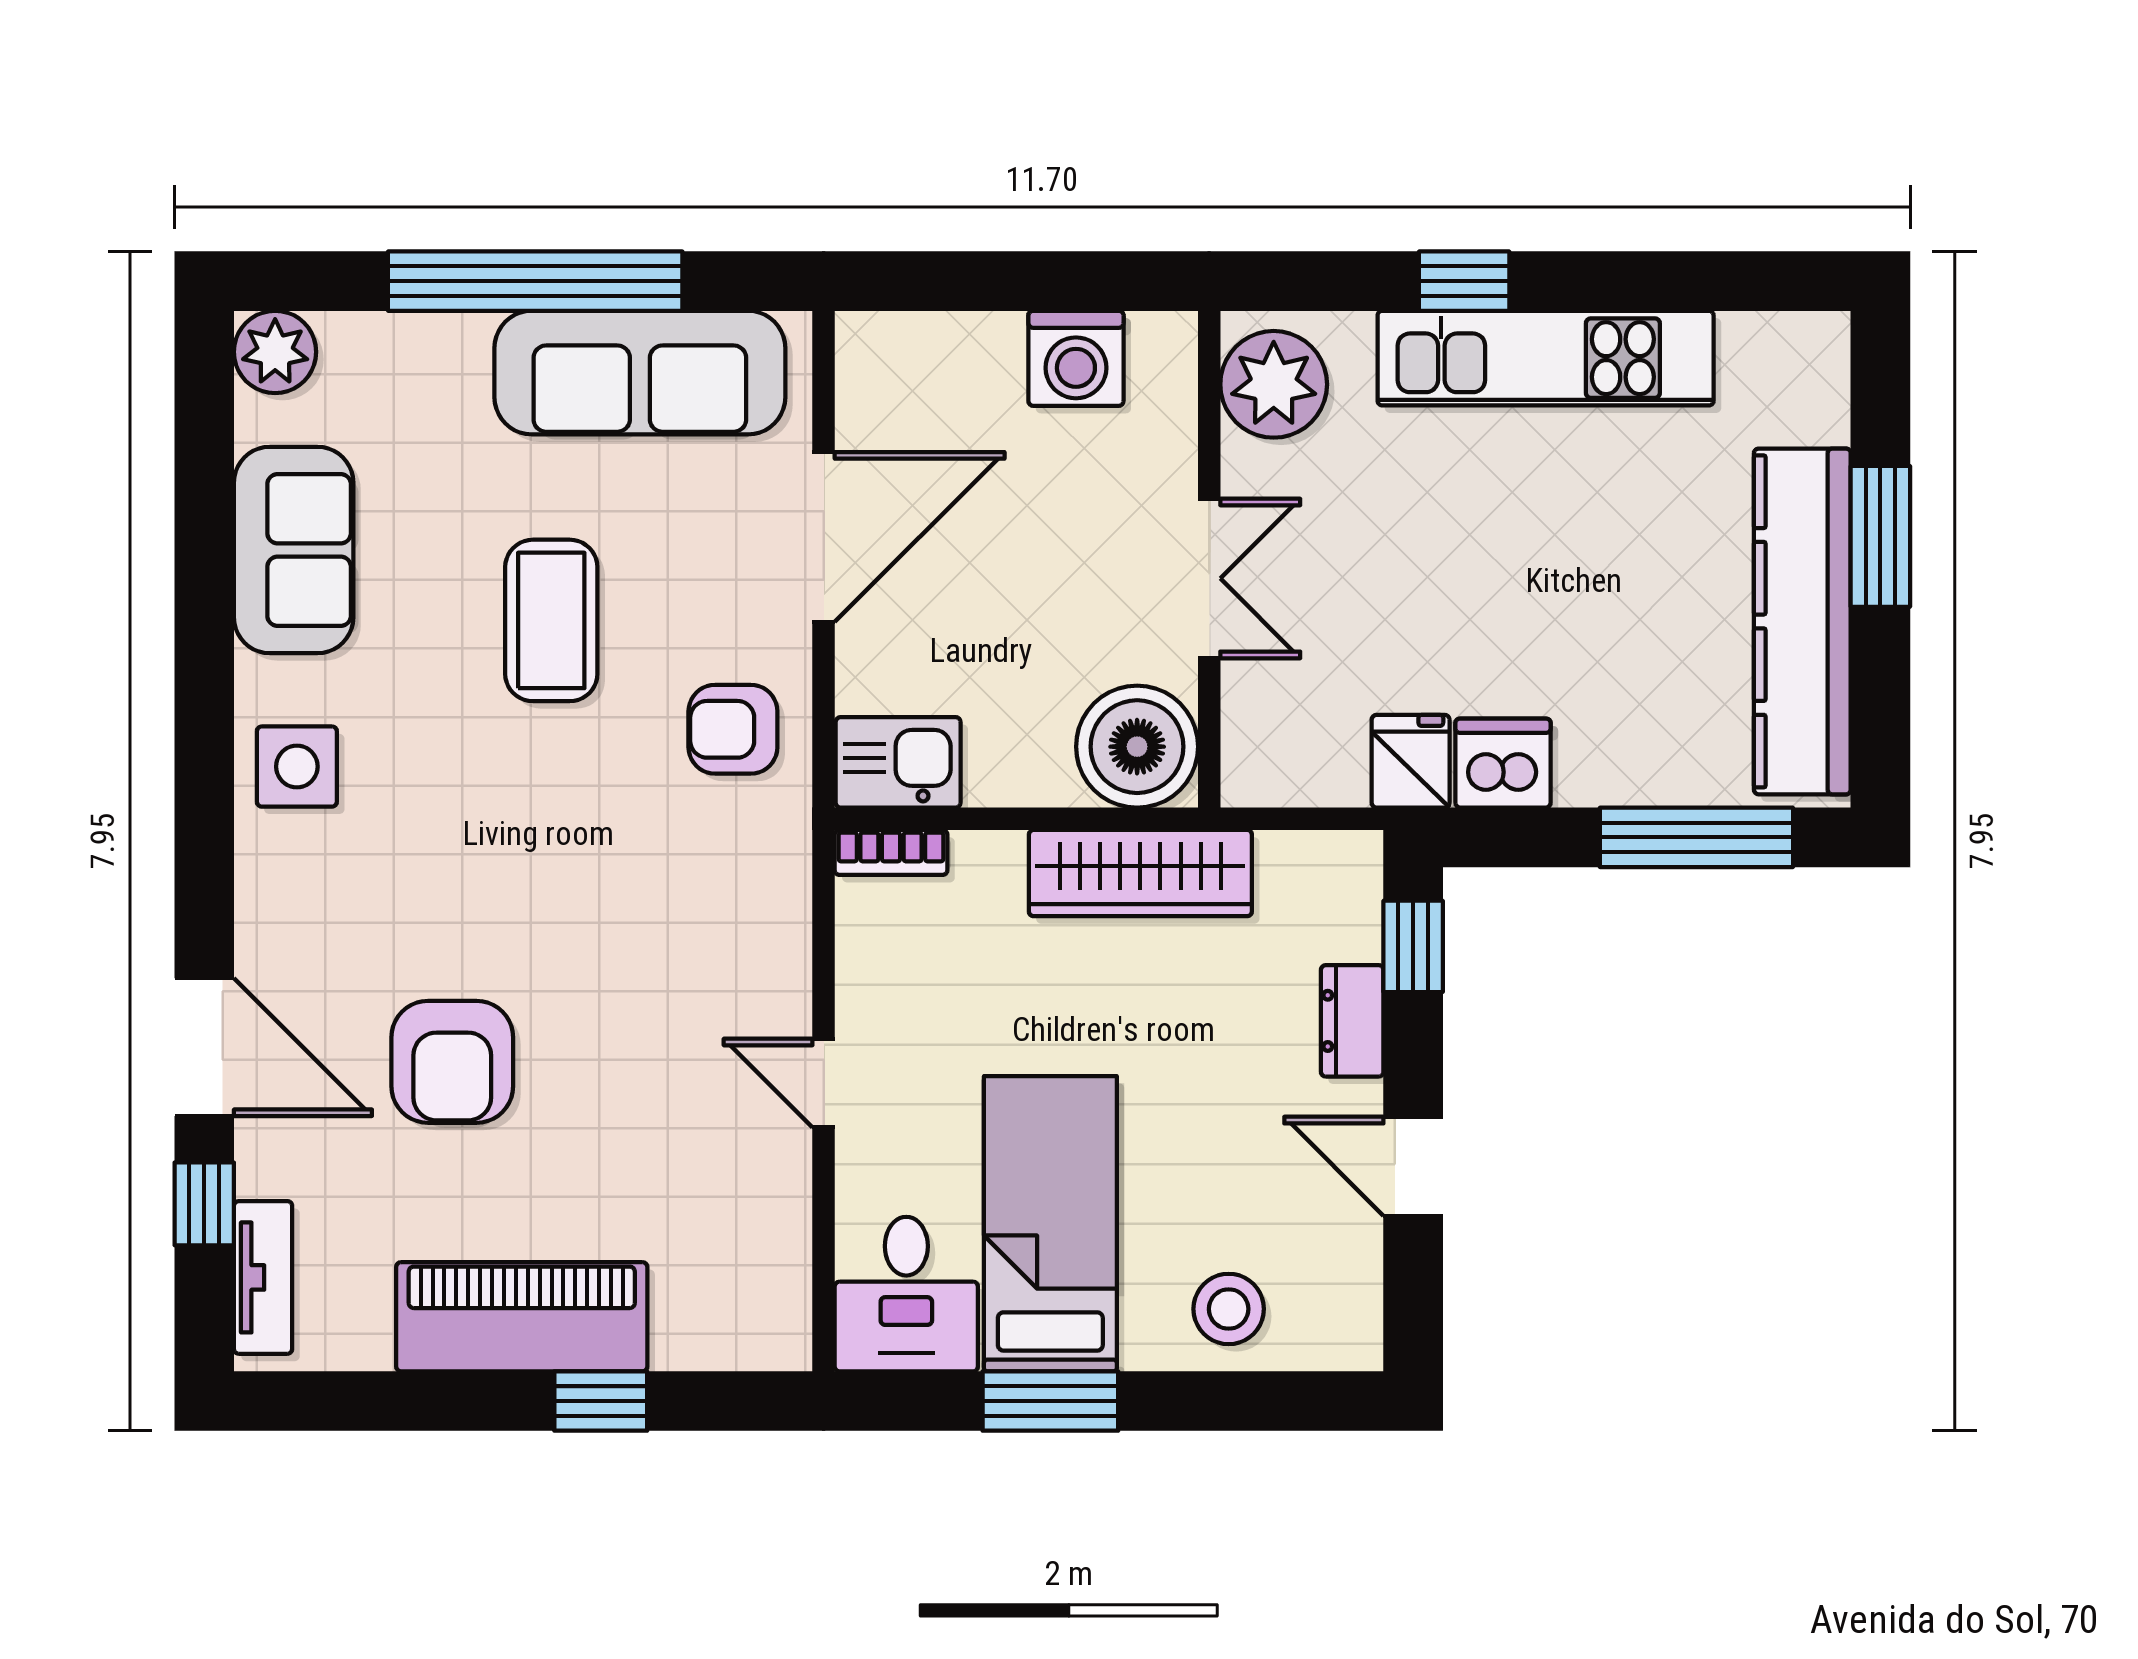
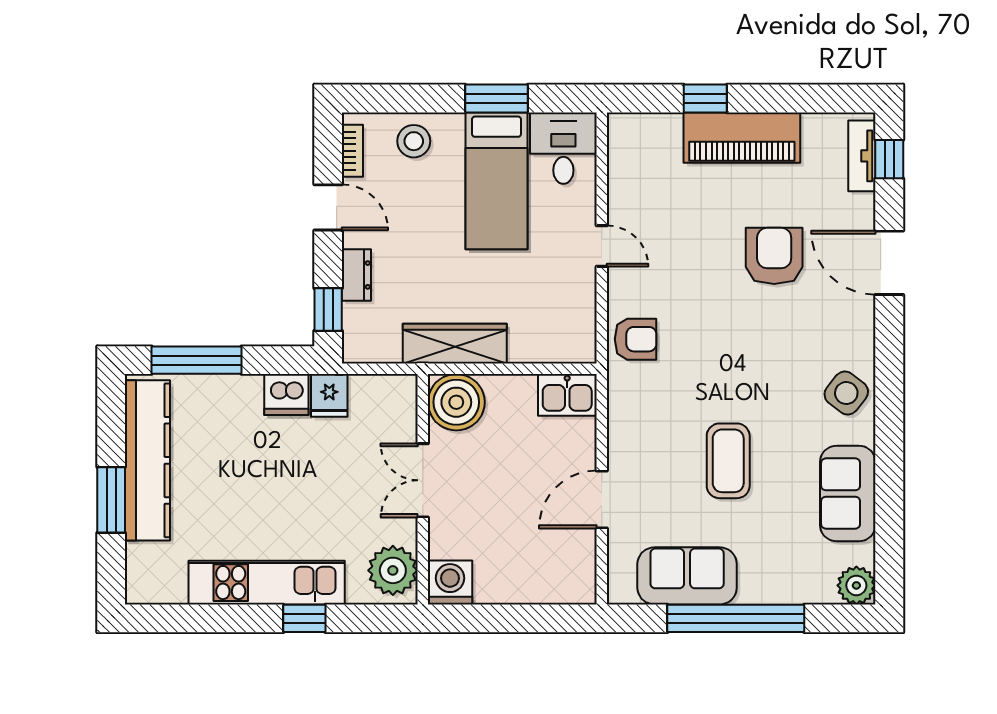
washing machine: (1076, 358) -> (450, 582), moved
sofa: (640, 373) -> (687, 576), width x0.73
door: (824, 537) -> (602, 500), width x0.73
armchair: (733, 729) -> (636, 339), moved
side table: (297, 767) -> (846, 393), turned 38
bookcase: (891, 852) -> (352, 151), moved, turned 90
window: (204, 1204) -> (889, 159), moved

